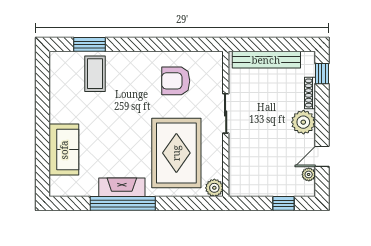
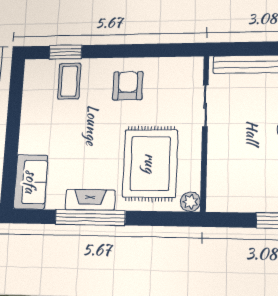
armchair: (176, 81) -> (128, 86), moved, turned 90
sliding door: (226, 113) -> (205, 106), moved
sofa: (64, 150) -> (31, 182), moved

